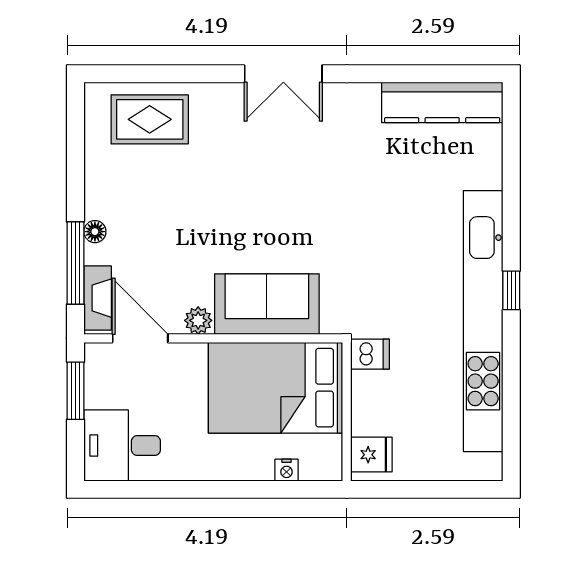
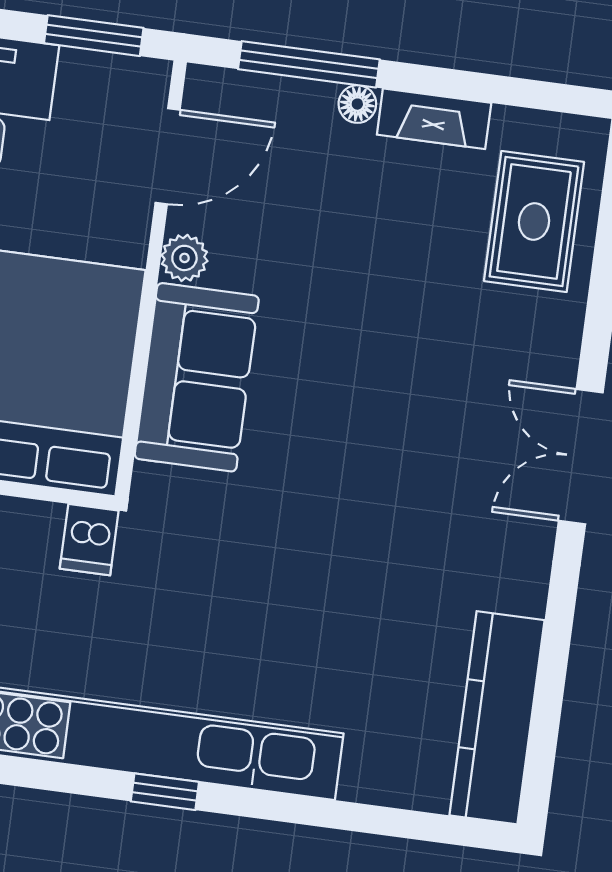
fireplace: (98, 298) -> (434, 119), moved

